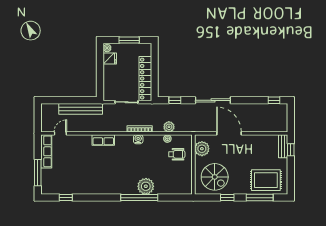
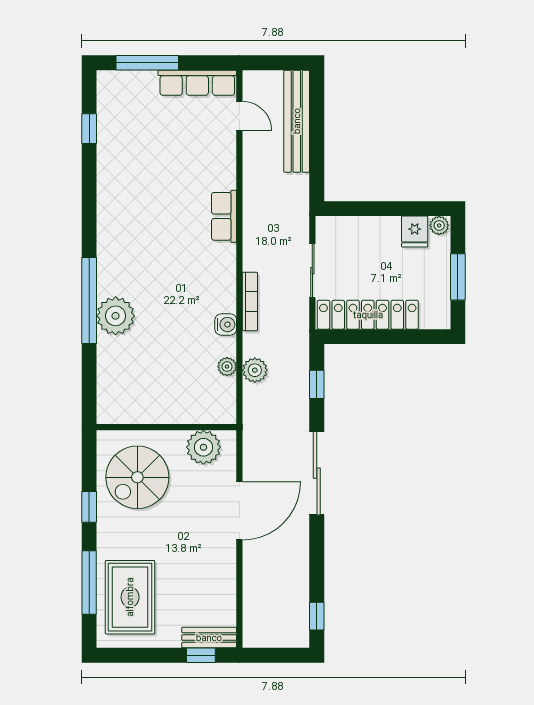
bench: (81, 109) -> (297, 121), moved
water cooler: (138, 139) -> (226, 325), moved
wheelchair: (177, 154) -> (190, 388), removed

